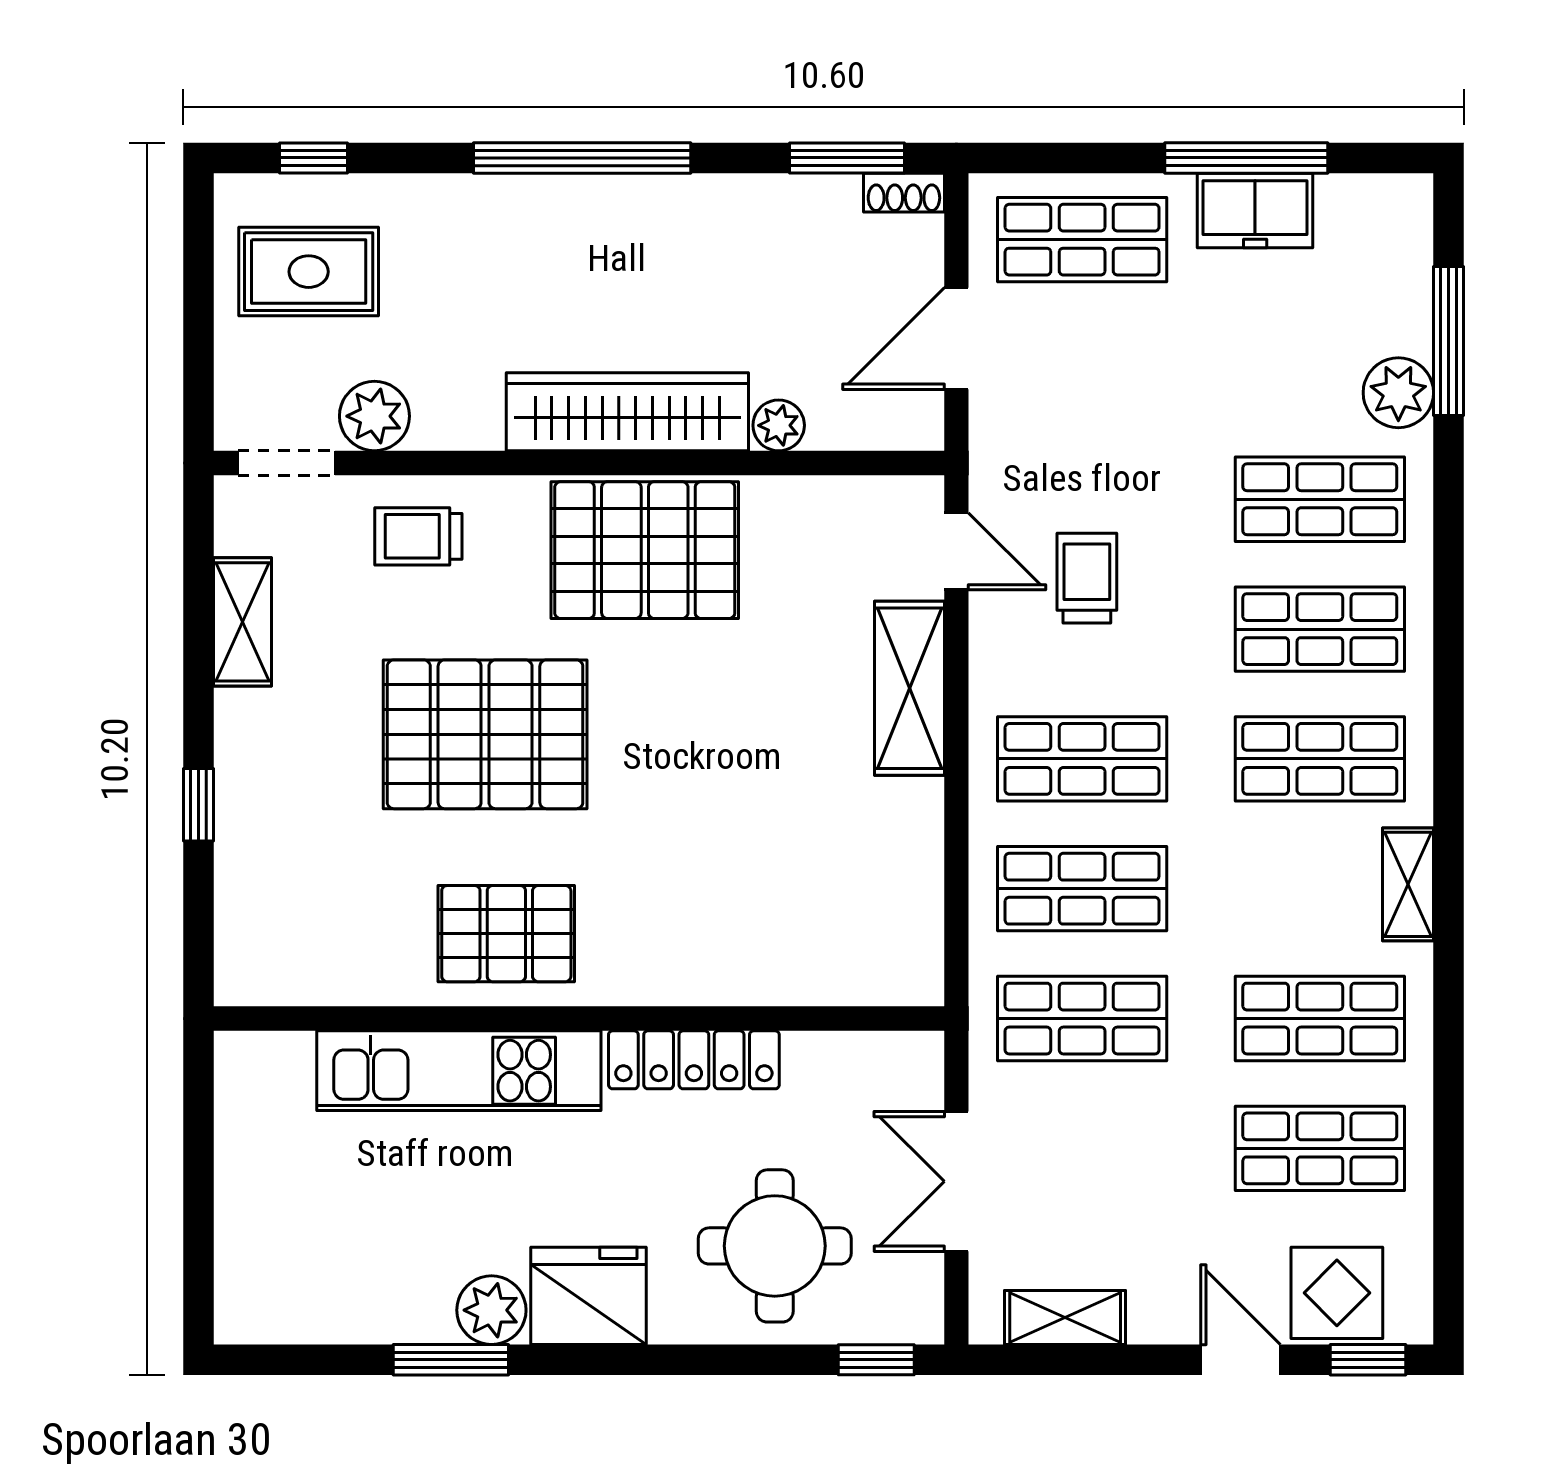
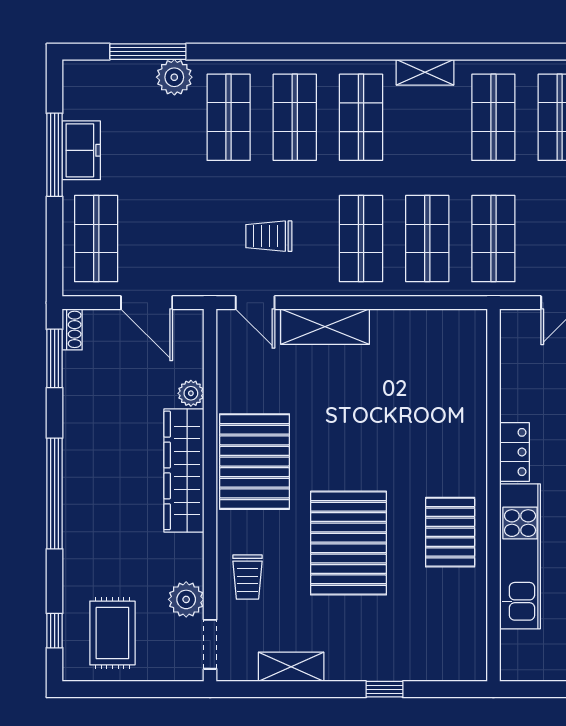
door: (956, 551) -> (255, 303), swing flipped
locker: (694, 1060) -> (514, 452), width x0.66

